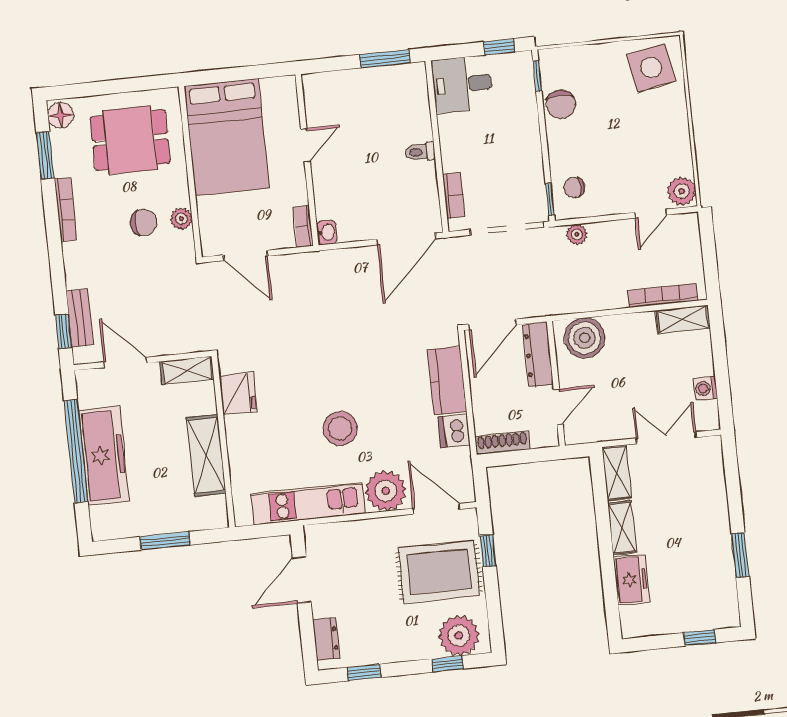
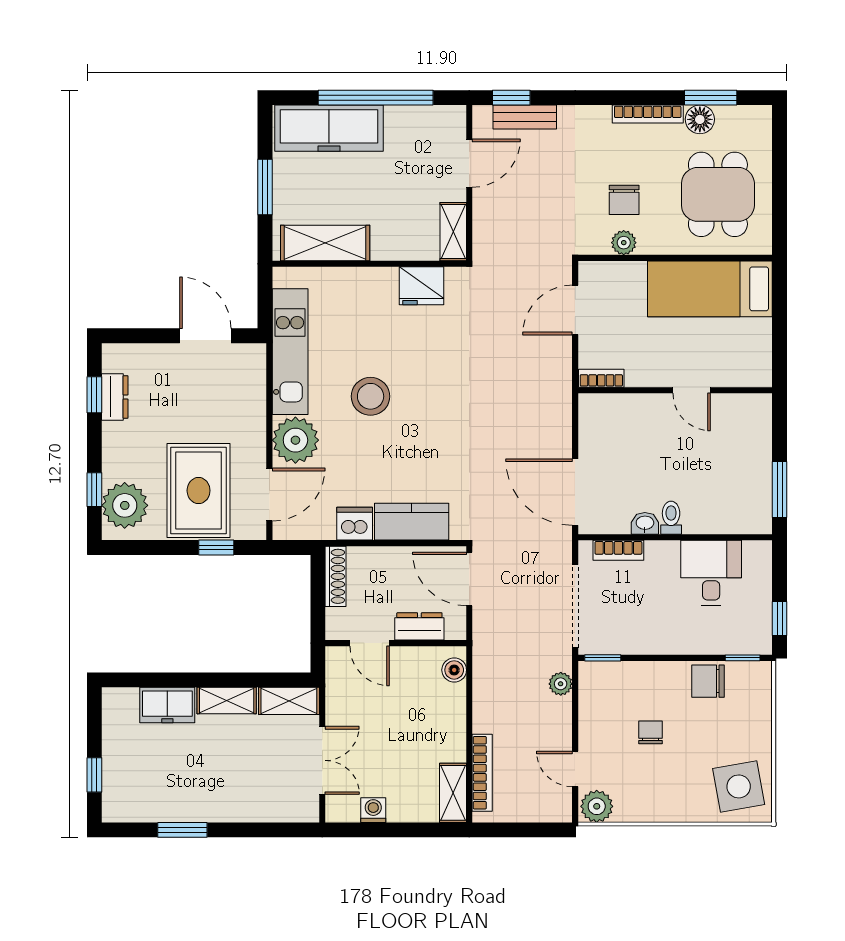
desk: (462, 84) -> (711, 573), moved
floor lamp: (61, 115) -> (700, 119), moved
bed: (227, 137) -> (710, 289), width x0.67
chair: (574, 188) -> (650, 732), moved
washbasin: (327, 232) -> (645, 523), moved, turned 180
boiler: (585, 338) -> (454, 670), width x0.54, depth x0.54
dresser: (538, 355) -> (419, 626), width x0.70
shelving: (206, 455) -> (325, 243), moved
freezer: (104, 456) -> (329, 128), moved
dresser: (326, 639) -> (115, 397), moved, turned -90

